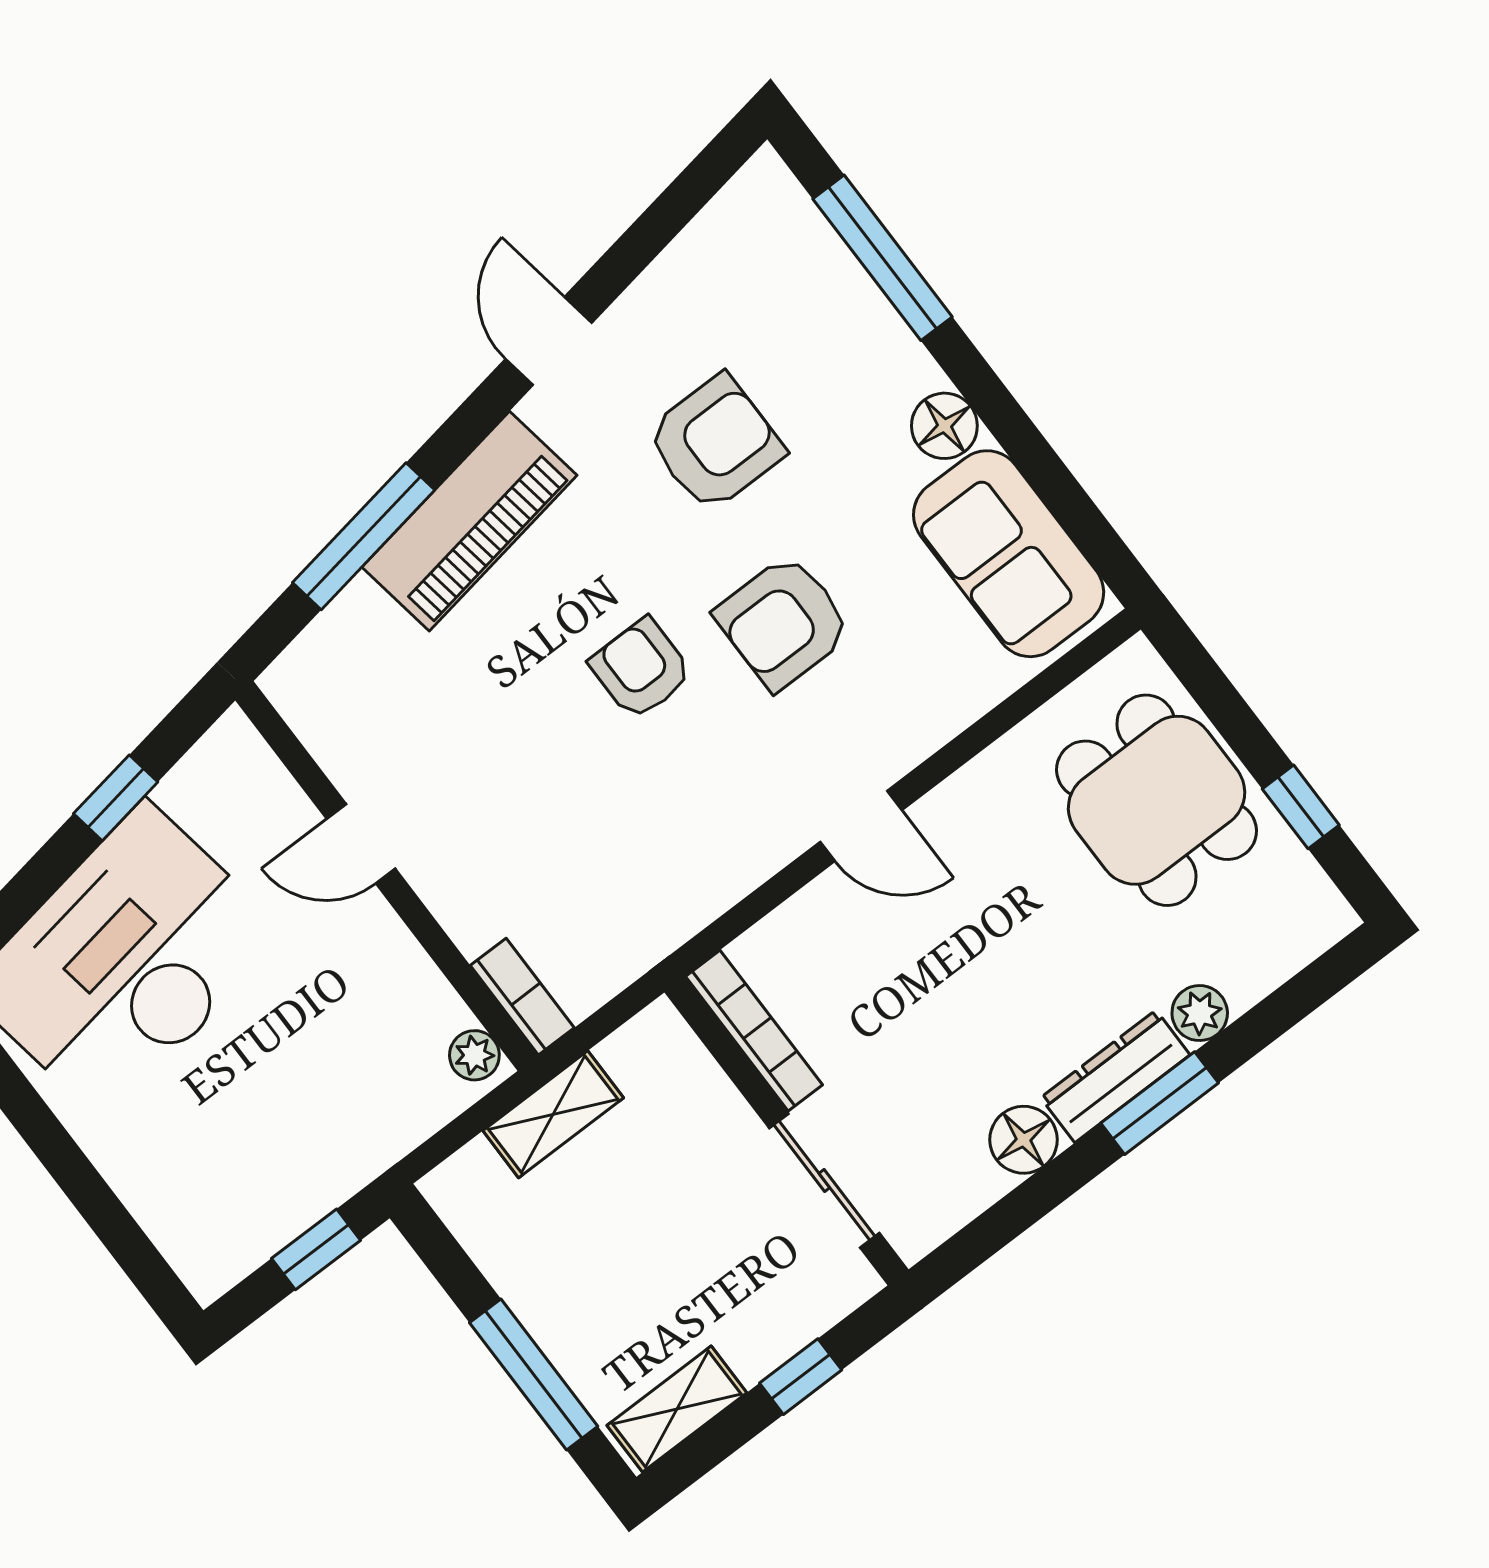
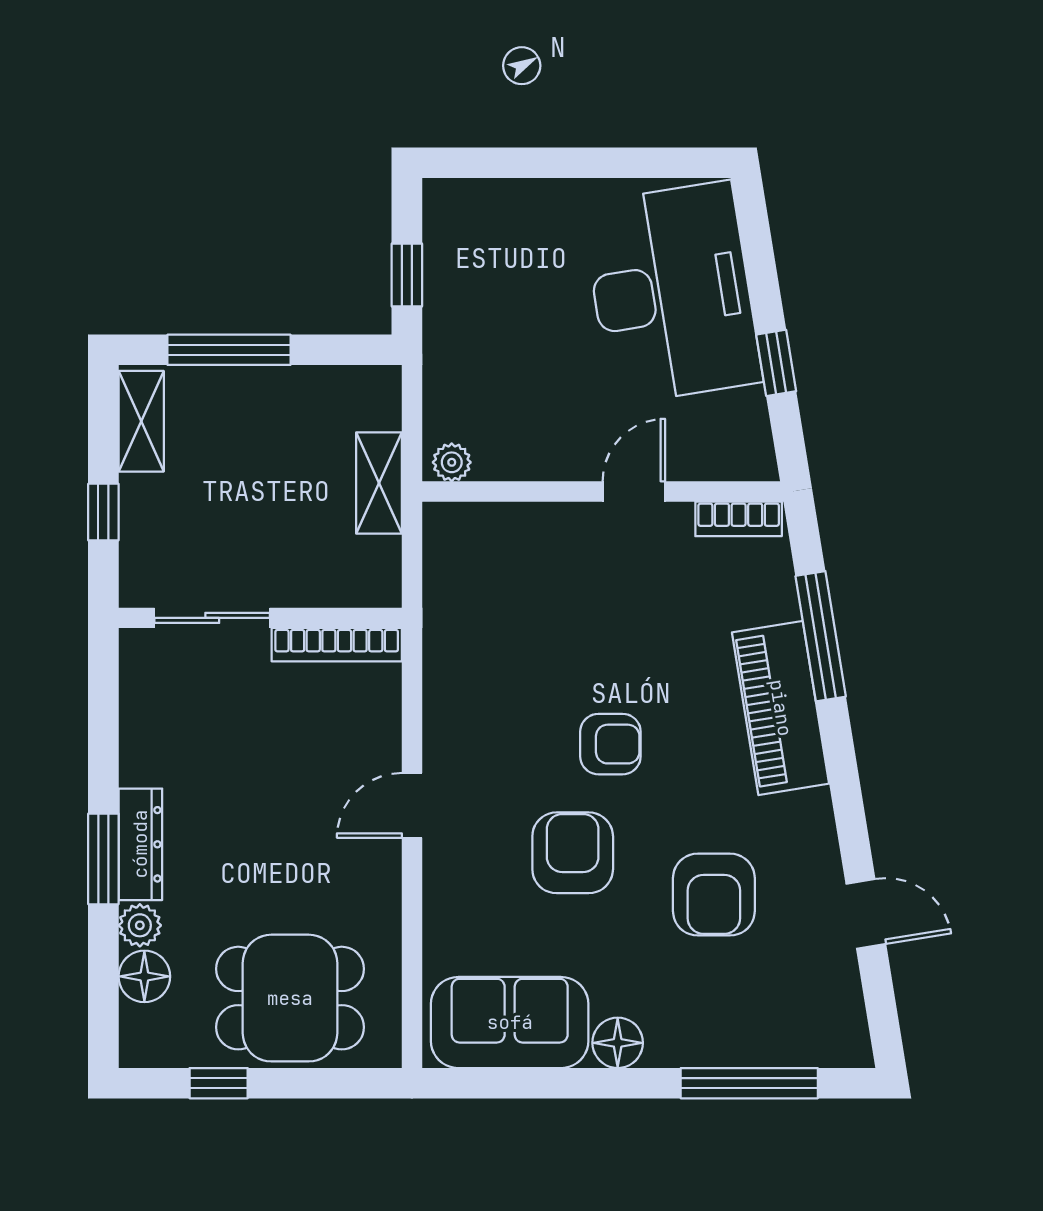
door: (549, 341) -> (866, 914), moved
bookcase: (522, 997) -> (739, 519), moved
floor lamp: (1024, 1140) -> (144, 976), moved

